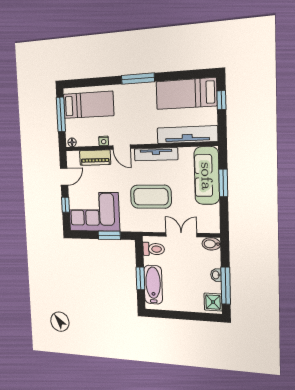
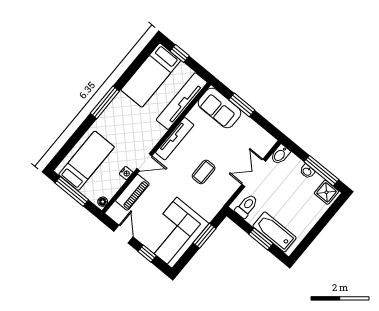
sofa: (207, 176) -> (219, 108), width x0.73
coffee table: (151, 197) -> (204, 172), width x0.54, depth x0.58

